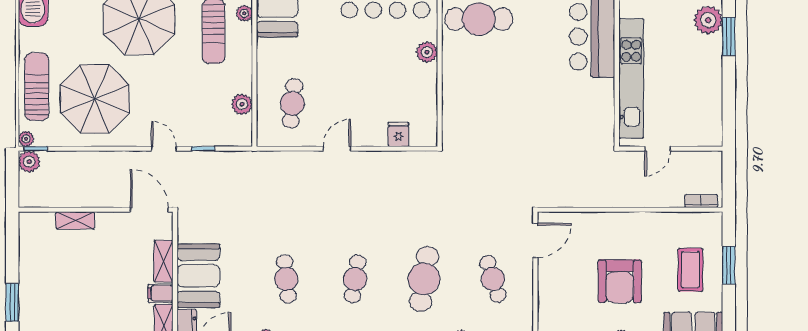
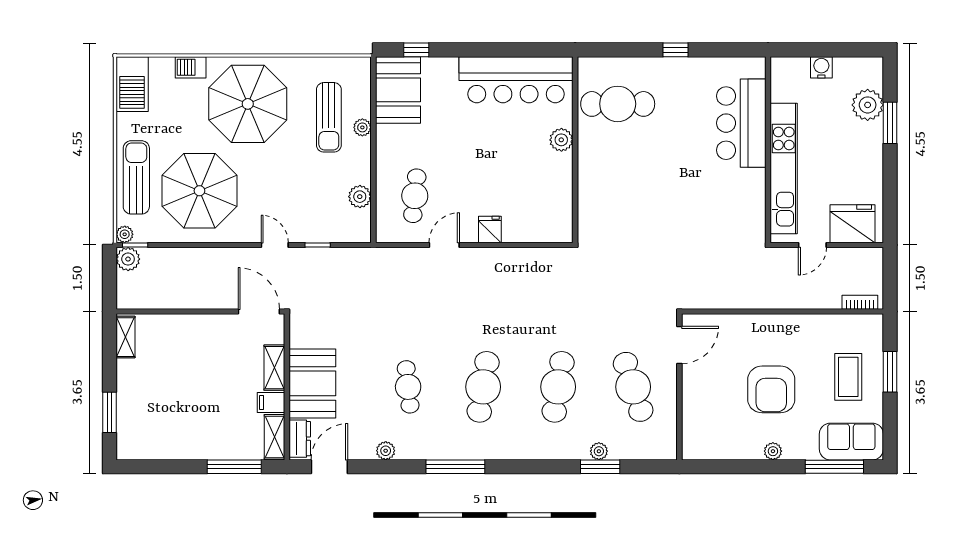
plant: (244, 13) -> (362, 127), moved
fridge: (694, 129) -> (853, 224), added
fridge: (398, 134) -> (490, 229), moved
door: (337, 149) -> (444, 245), moved
shelving: (75, 220) -> (126, 337), moved, turned 90
cafe table: (355, 279) -> (483, 387), width x1.37, depth x1.35
cafe table: (493, 279) -> (633, 387), width x1.37, depth x1.35

